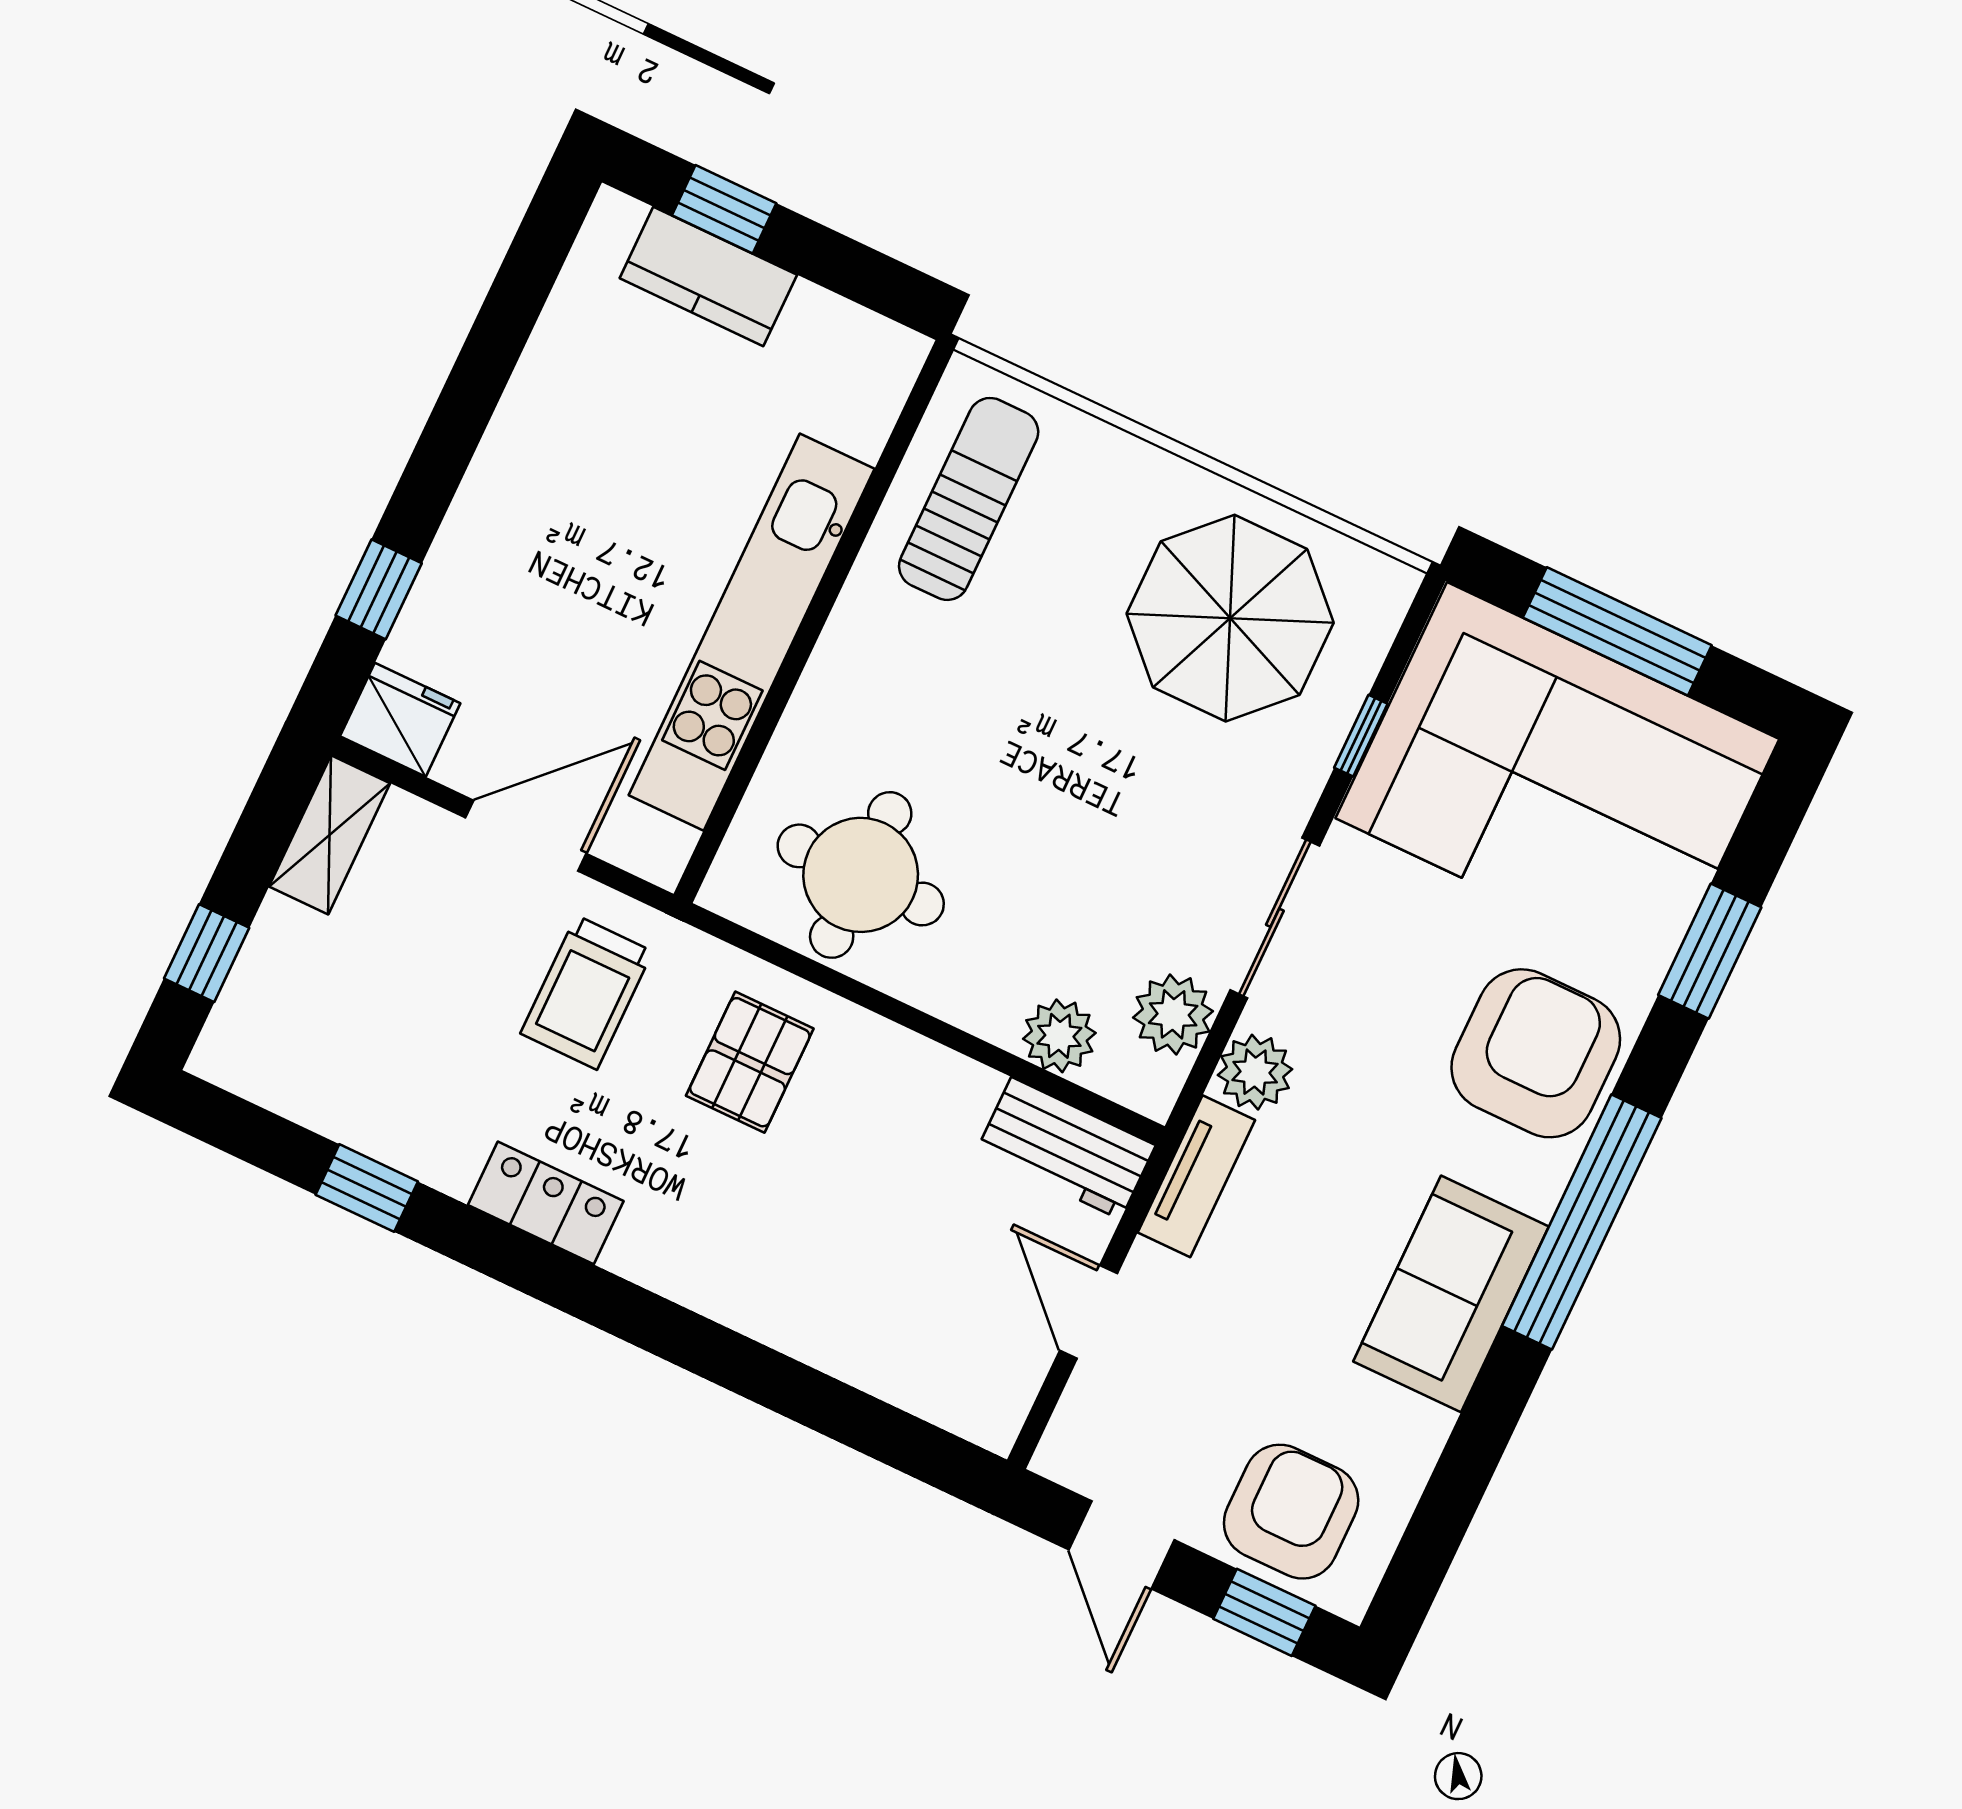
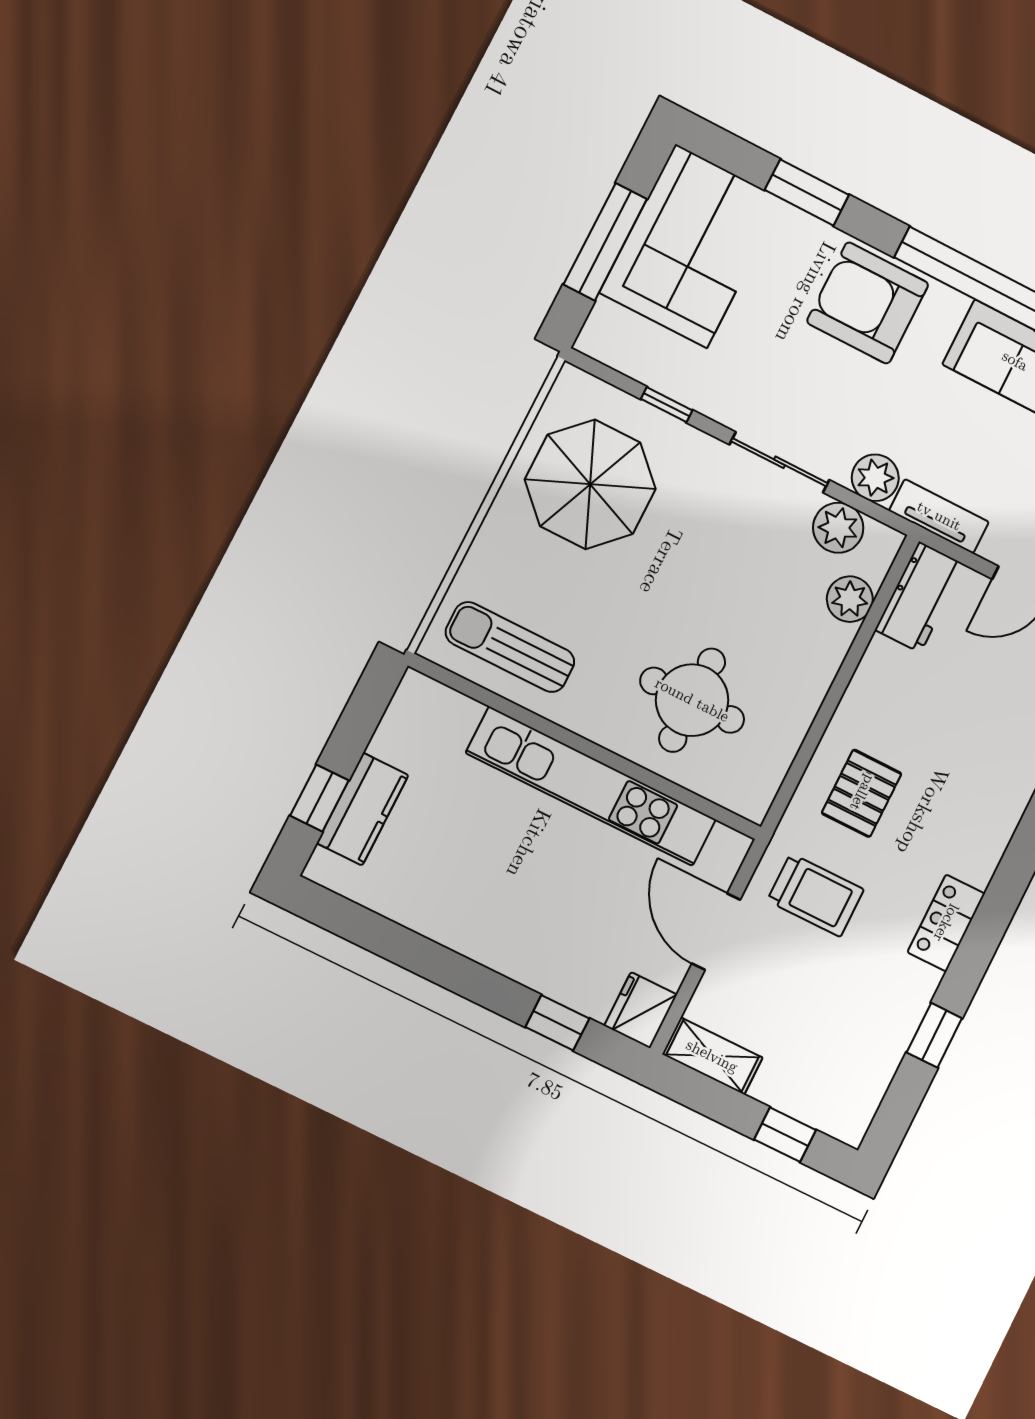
corner sofa: (1557, 779) -> (691, 246), width x0.73, depth x0.74
round table: (861, 875) -> (692, 700), moved
pallet: (750, 1062) -> (862, 793), turned 90

